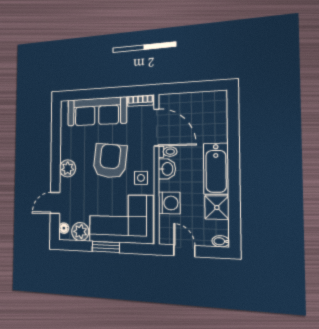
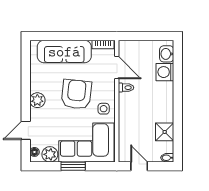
door: (156, 127) -> (117, 67), width x0.73
washbasin: (167, 169) -> (167, 54), moved, turned 180
bathtub: (216, 169) -> (164, 102), removed
washing machine: (169, 203) -> (165, 72), moved, turned 180

